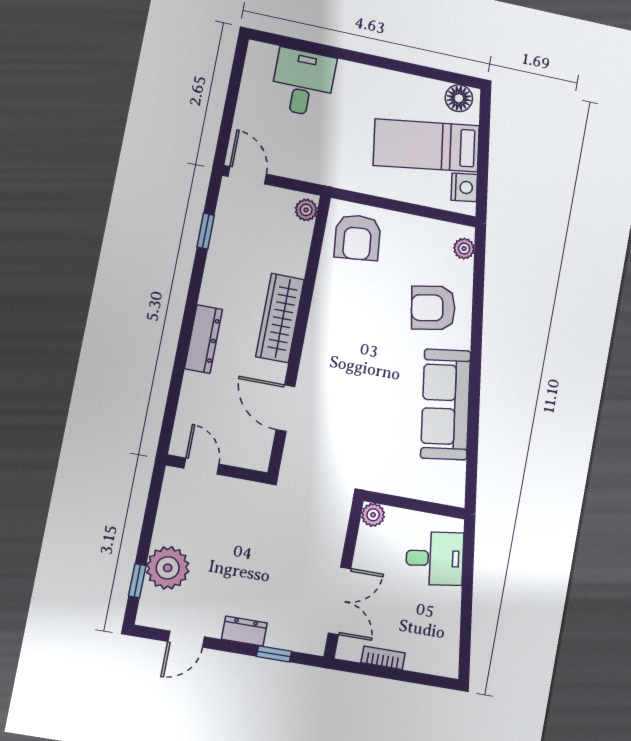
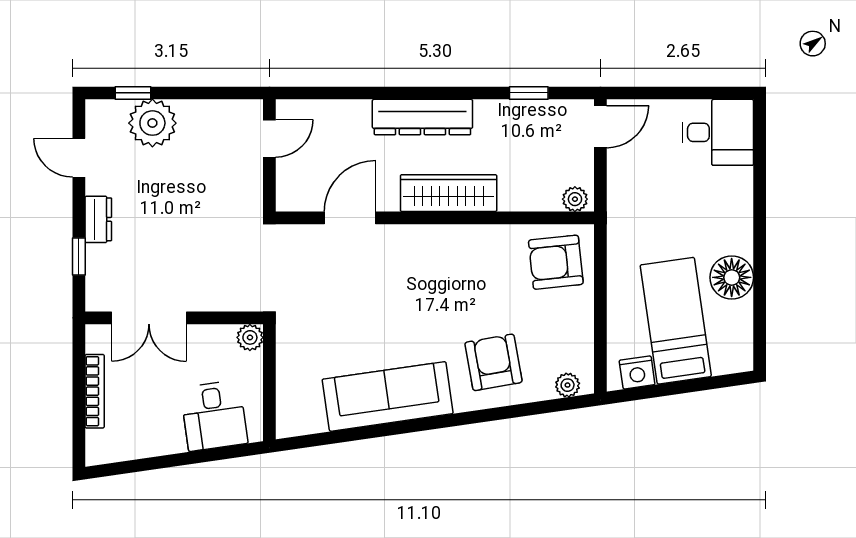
desk: (303, 83) -> (718, 132), moved
floor lamp: (459, 98) -> (732, 277), moved, width x1.38, depth x1.38
dresser: (203, 339) -> (422, 117), width x1.37, depth x1.24
bookcase: (383, 658) -> (95, 391), width x1.56

